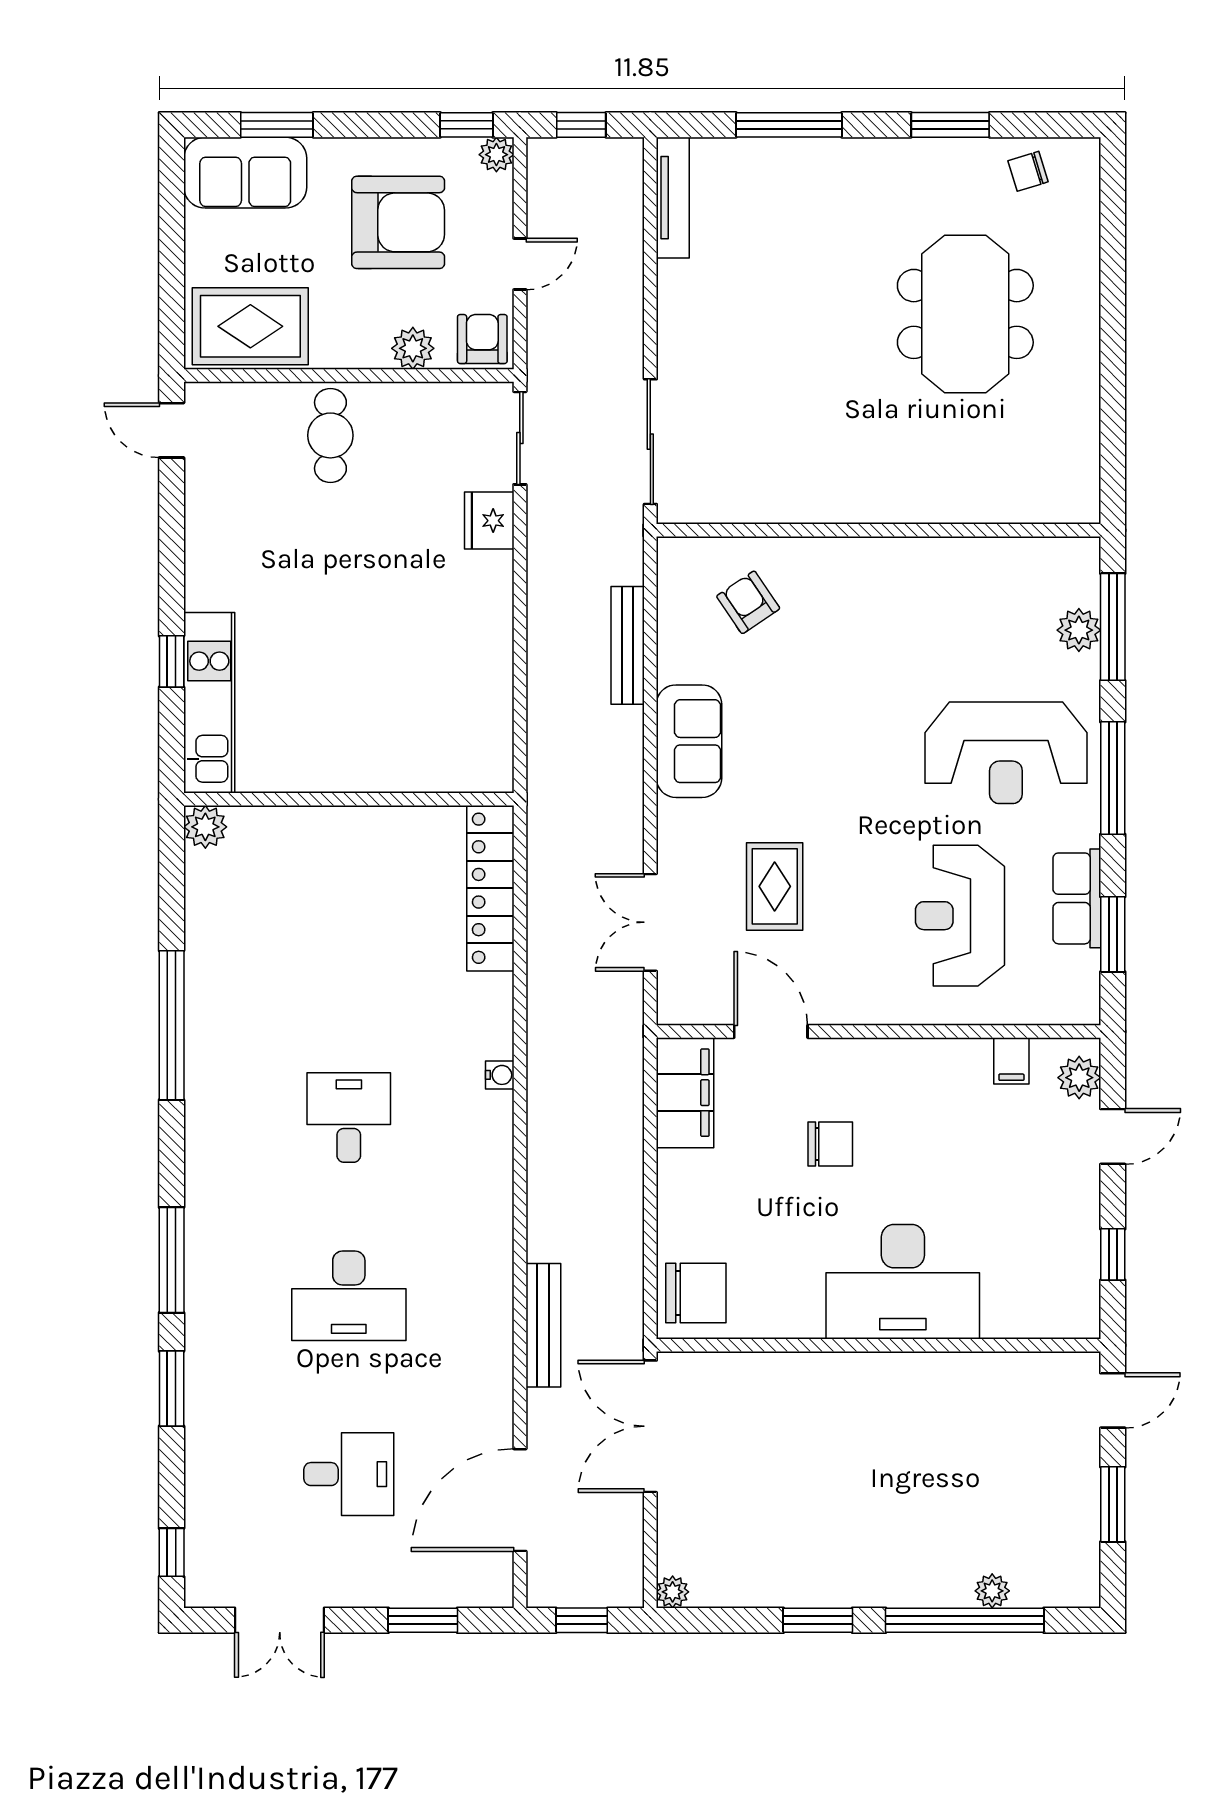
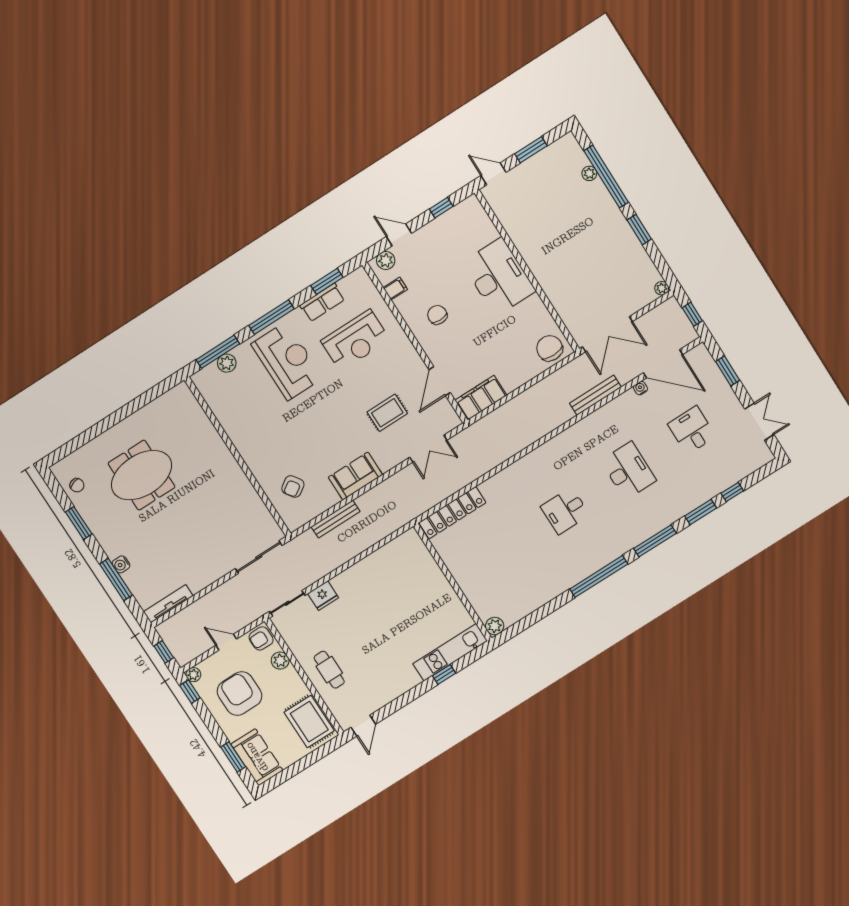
water cooler: (813, 155) -> (121, 564), added
cafe table: (330, 435) -> (329, 670), turned 90
window: (172, 1025) -> (599, 576), moved
water cooler: (500, 1075) -> (640, 388), moved
chair: (830, 1144) -> (437, 315), moved
window: (172, 1552) -> (732, 492), moved

